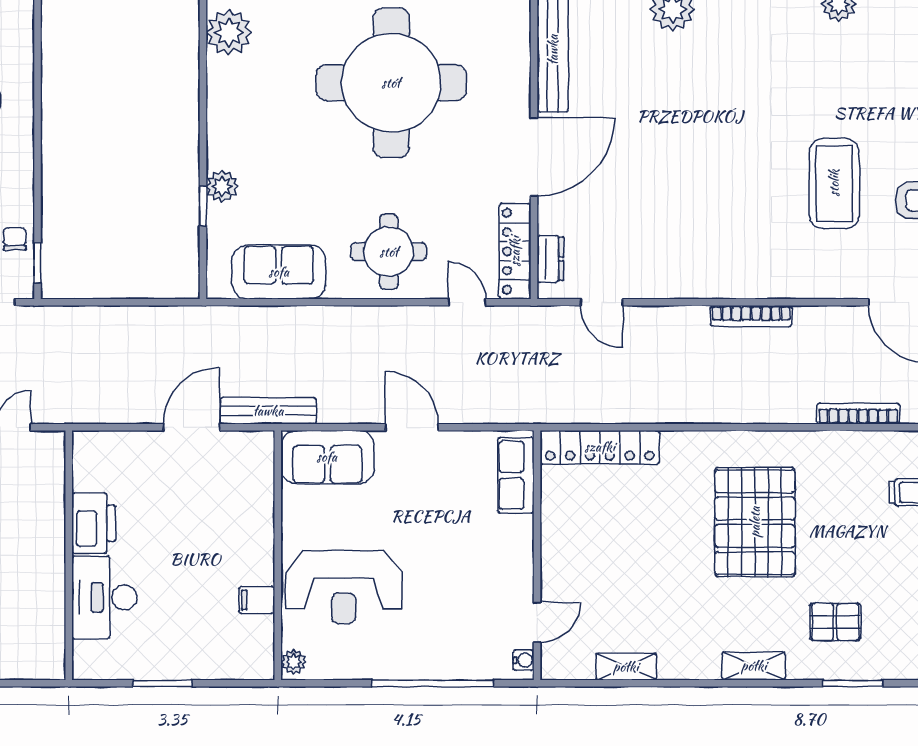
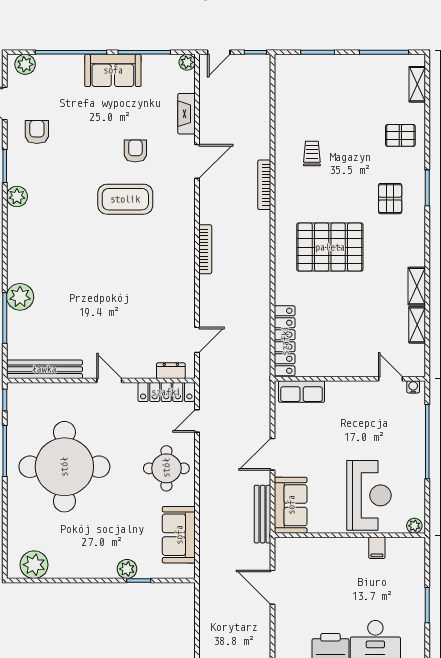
door: (534, 157) -> (109, 381), width x0.53
bench: (268, 411) -> (263, 514), moved
shelving: (754, 666) -> (417, 286), moved

